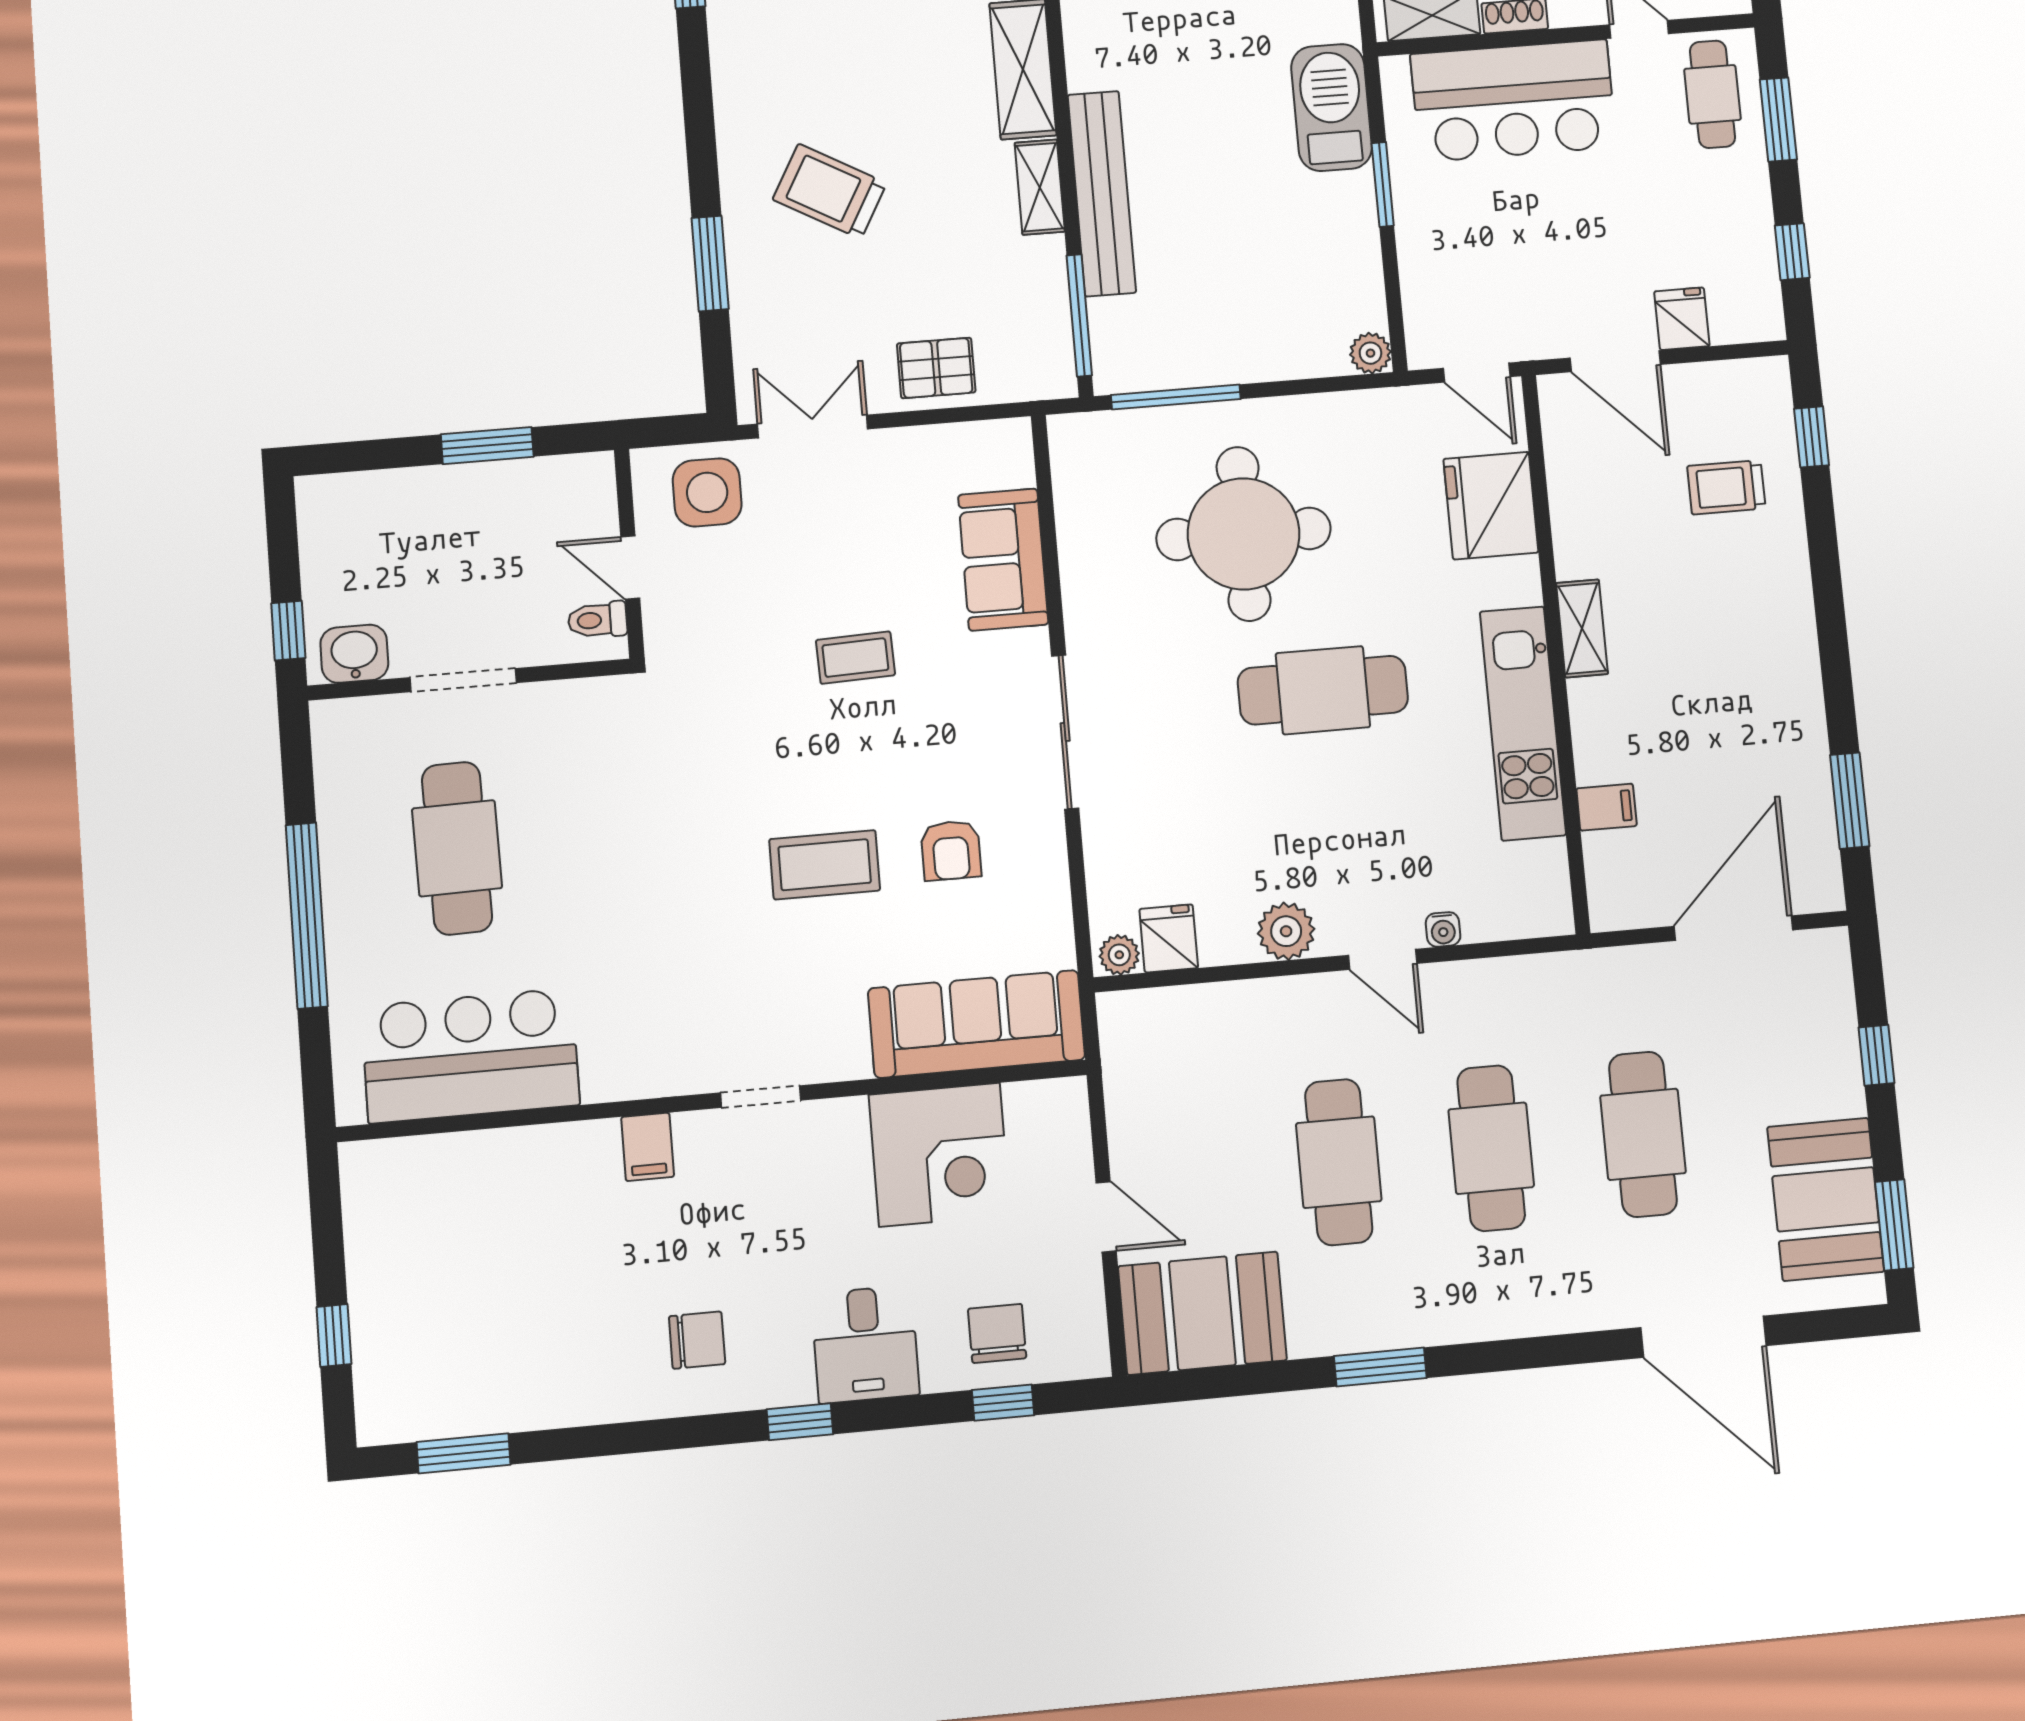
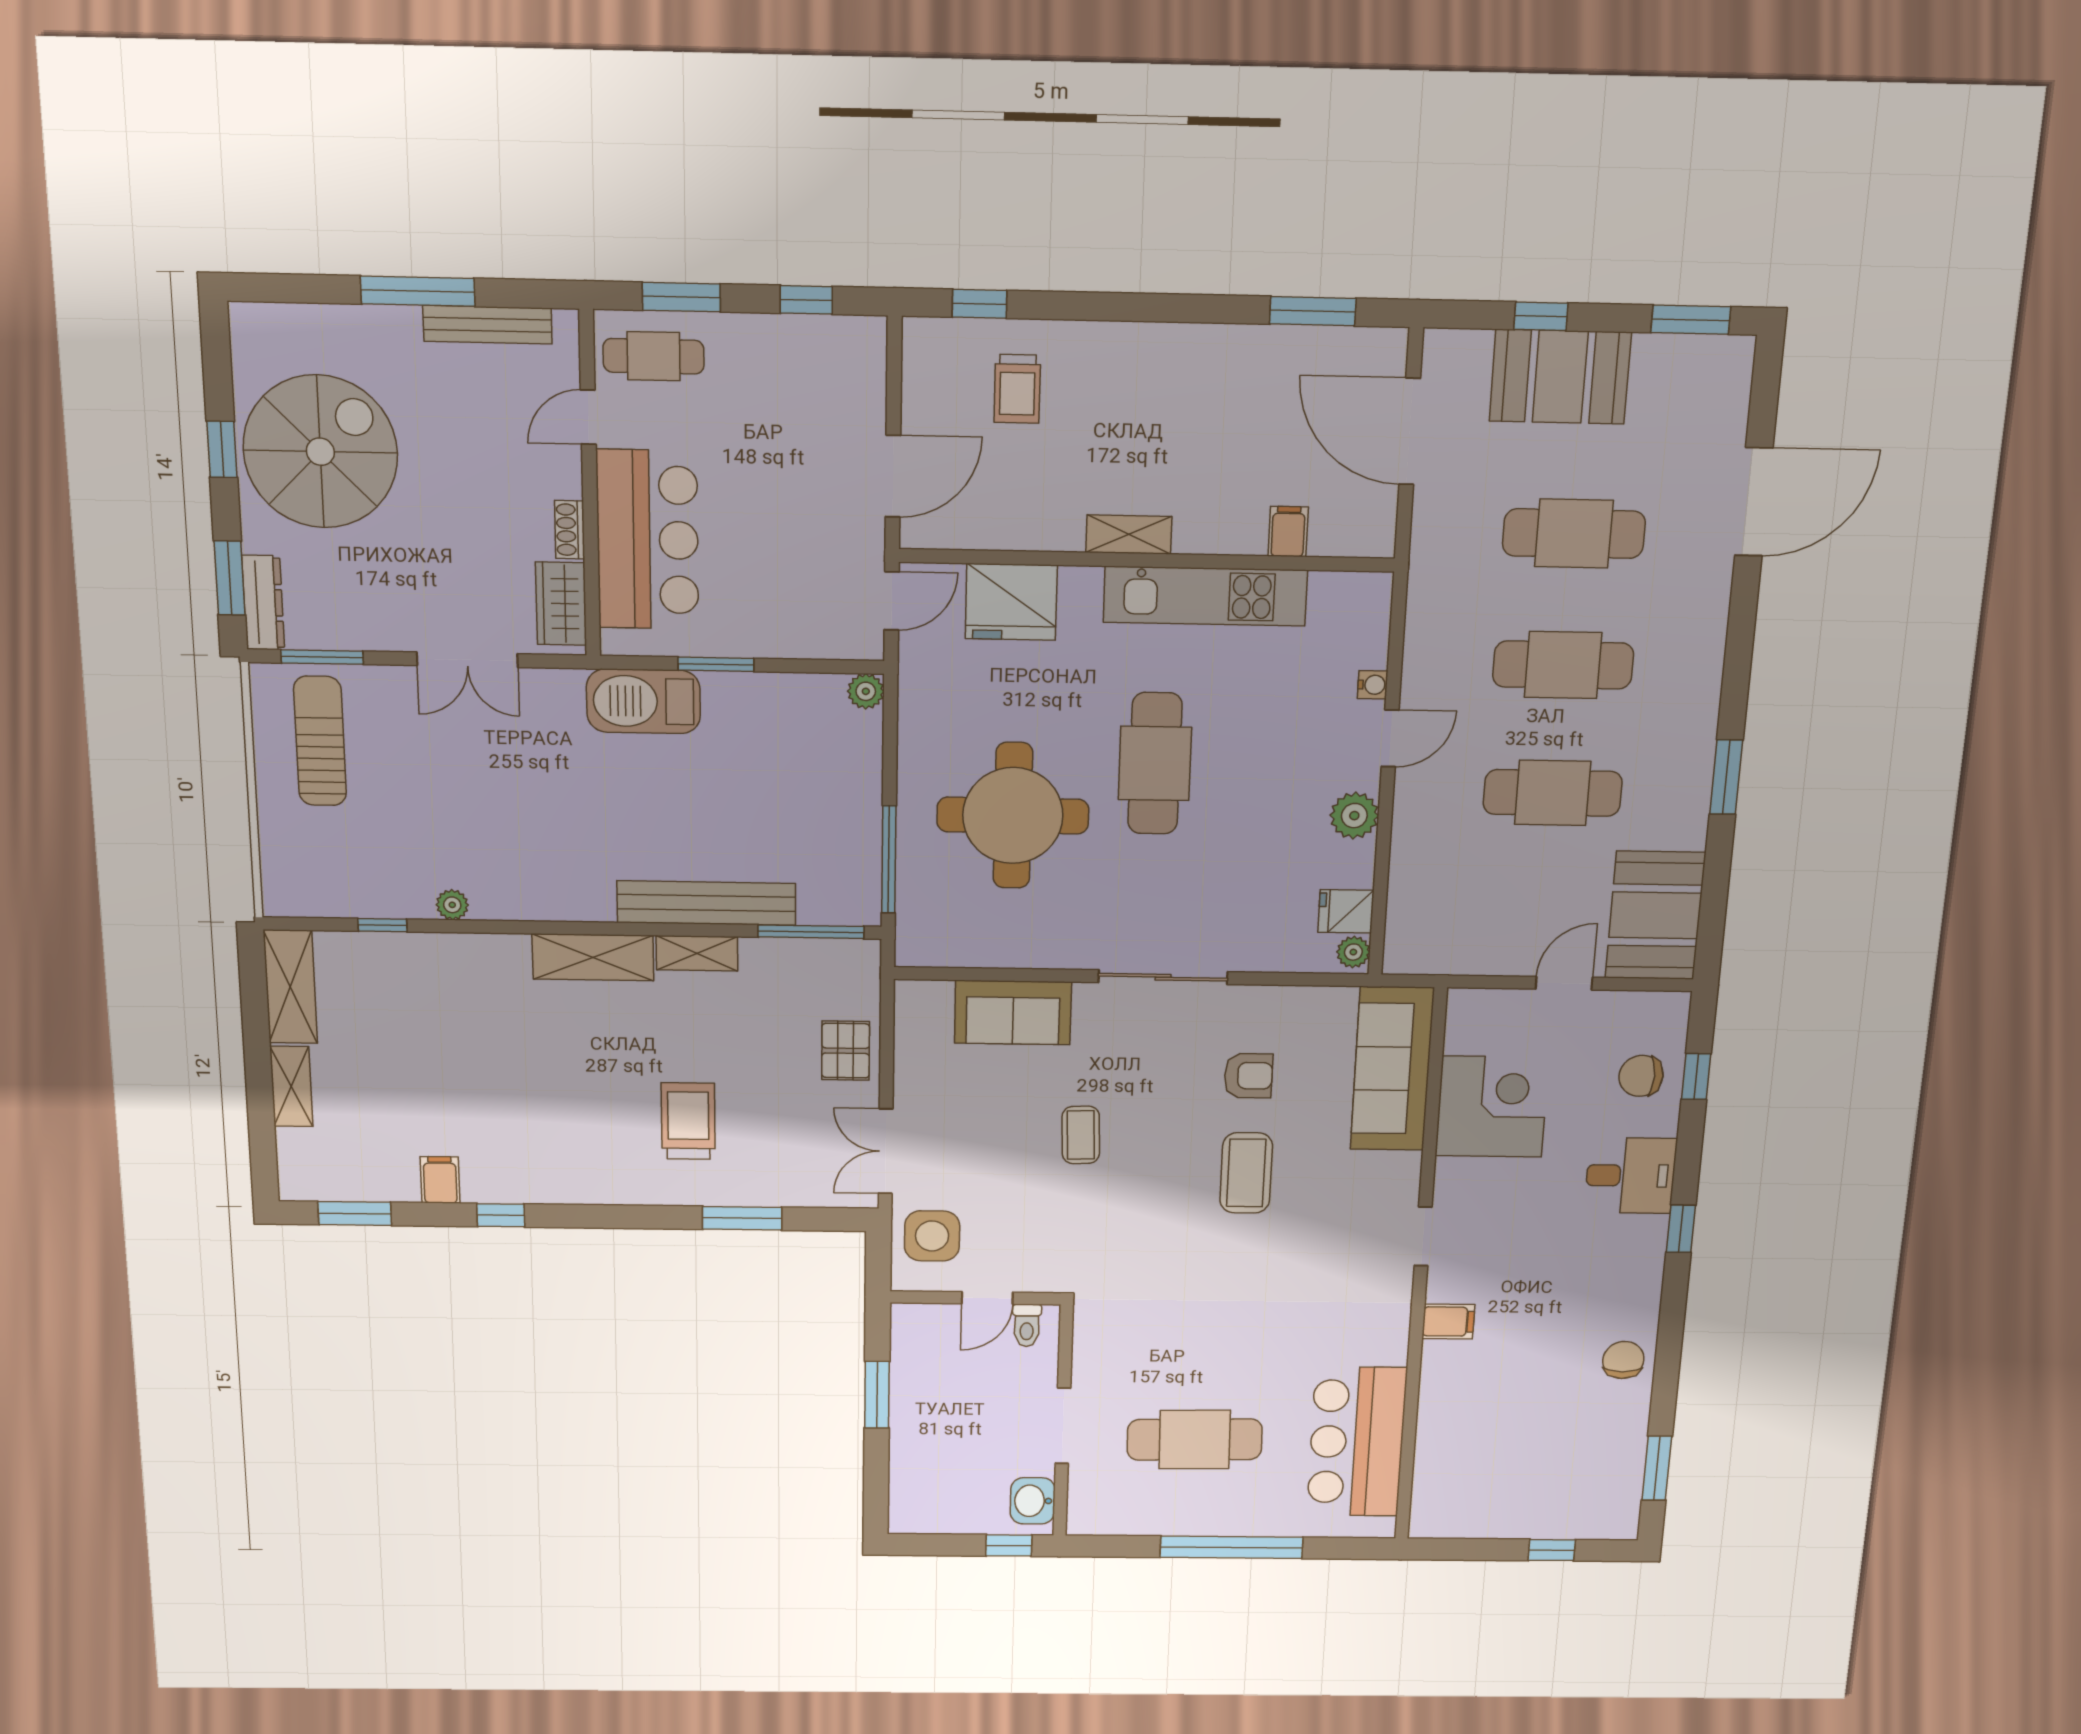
trolley: (830, 191) -> (688, 1121), turned 151
fridge: (1682, 319) -> (860, 411), removed
booth: (1826, 1199) -> (1560, 377), moved
chair: (697, 1340) -> (1623, 1360), moved

